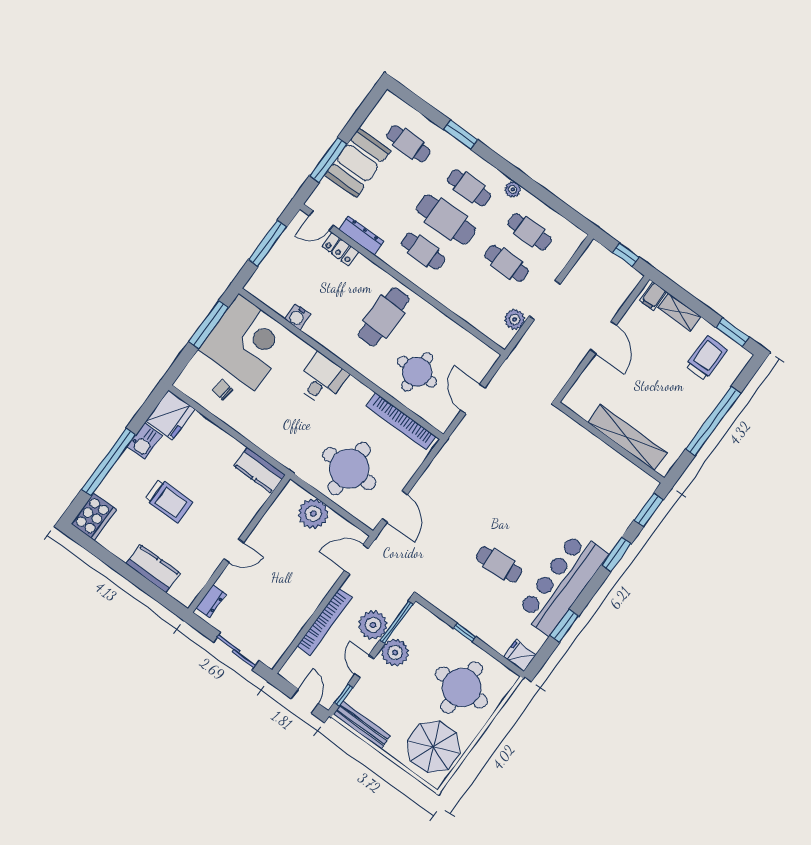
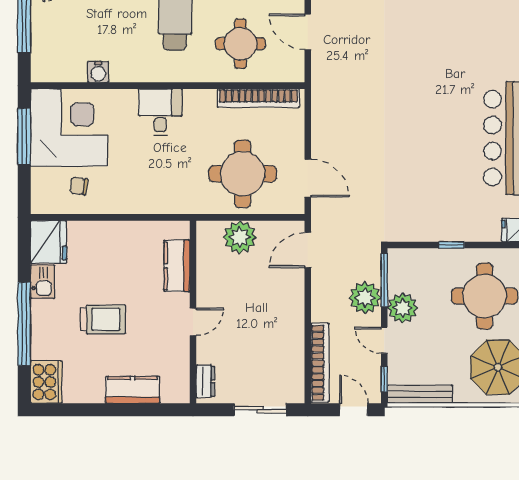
kitchen counter: (260, 470) -> (177, 266), moved, turned 90
cafe table: (499, 564) -> (438, 162), removed
bookcase: (325, 622) -> (320, 363), moved

